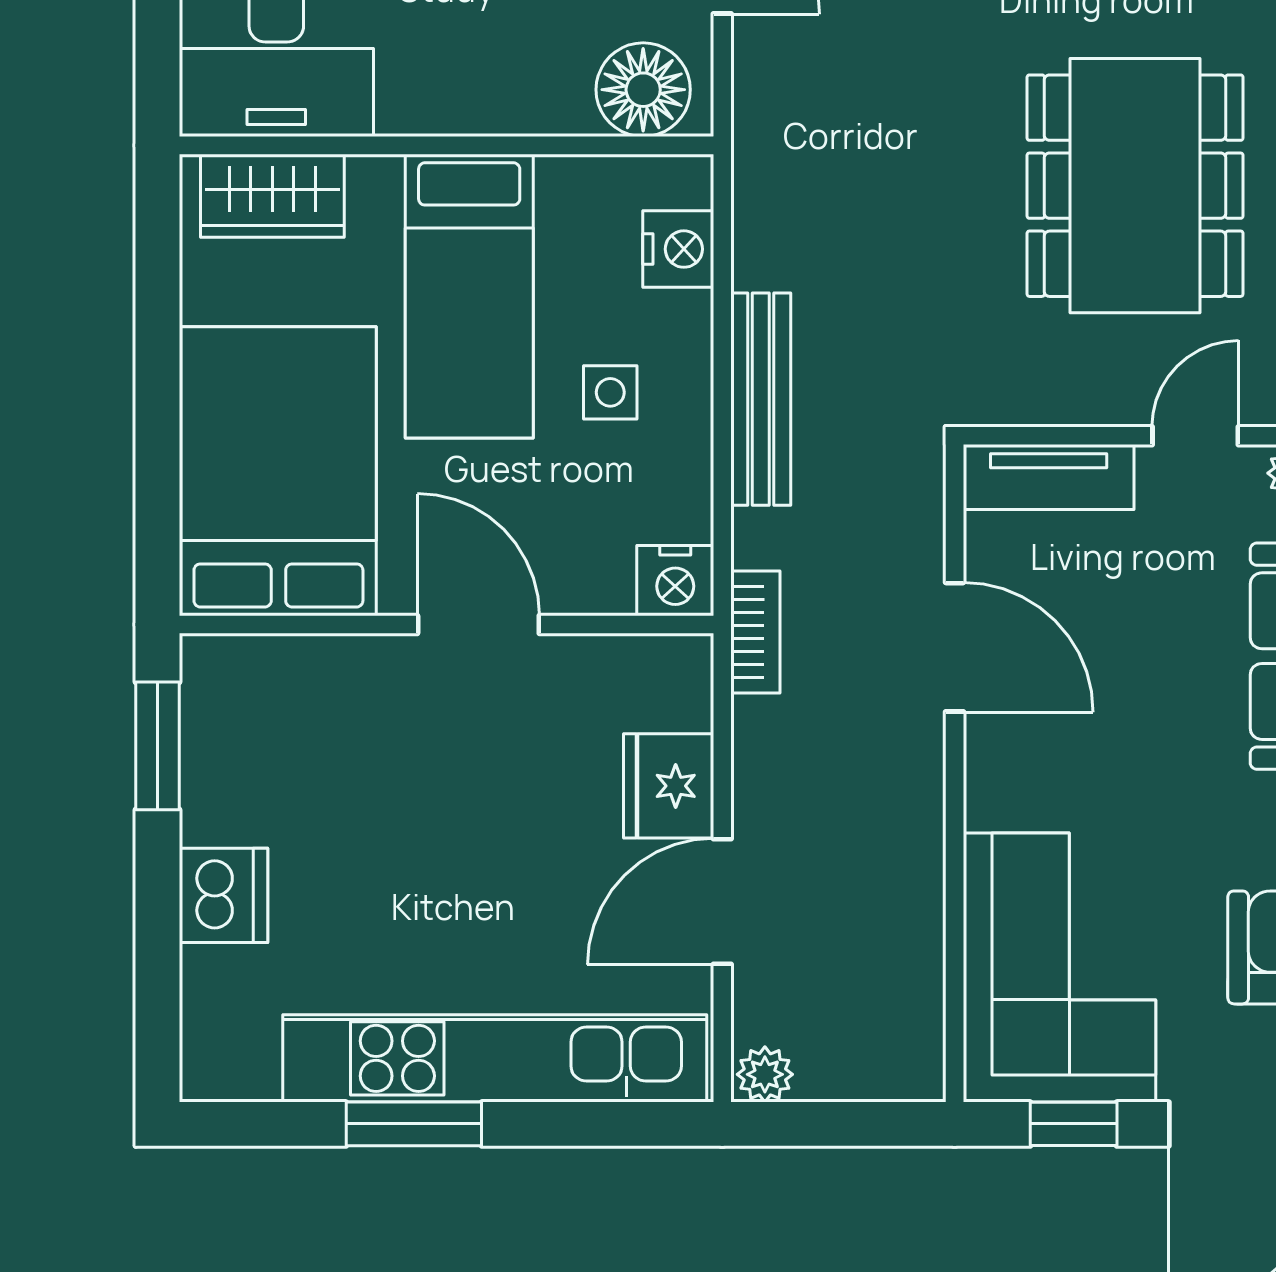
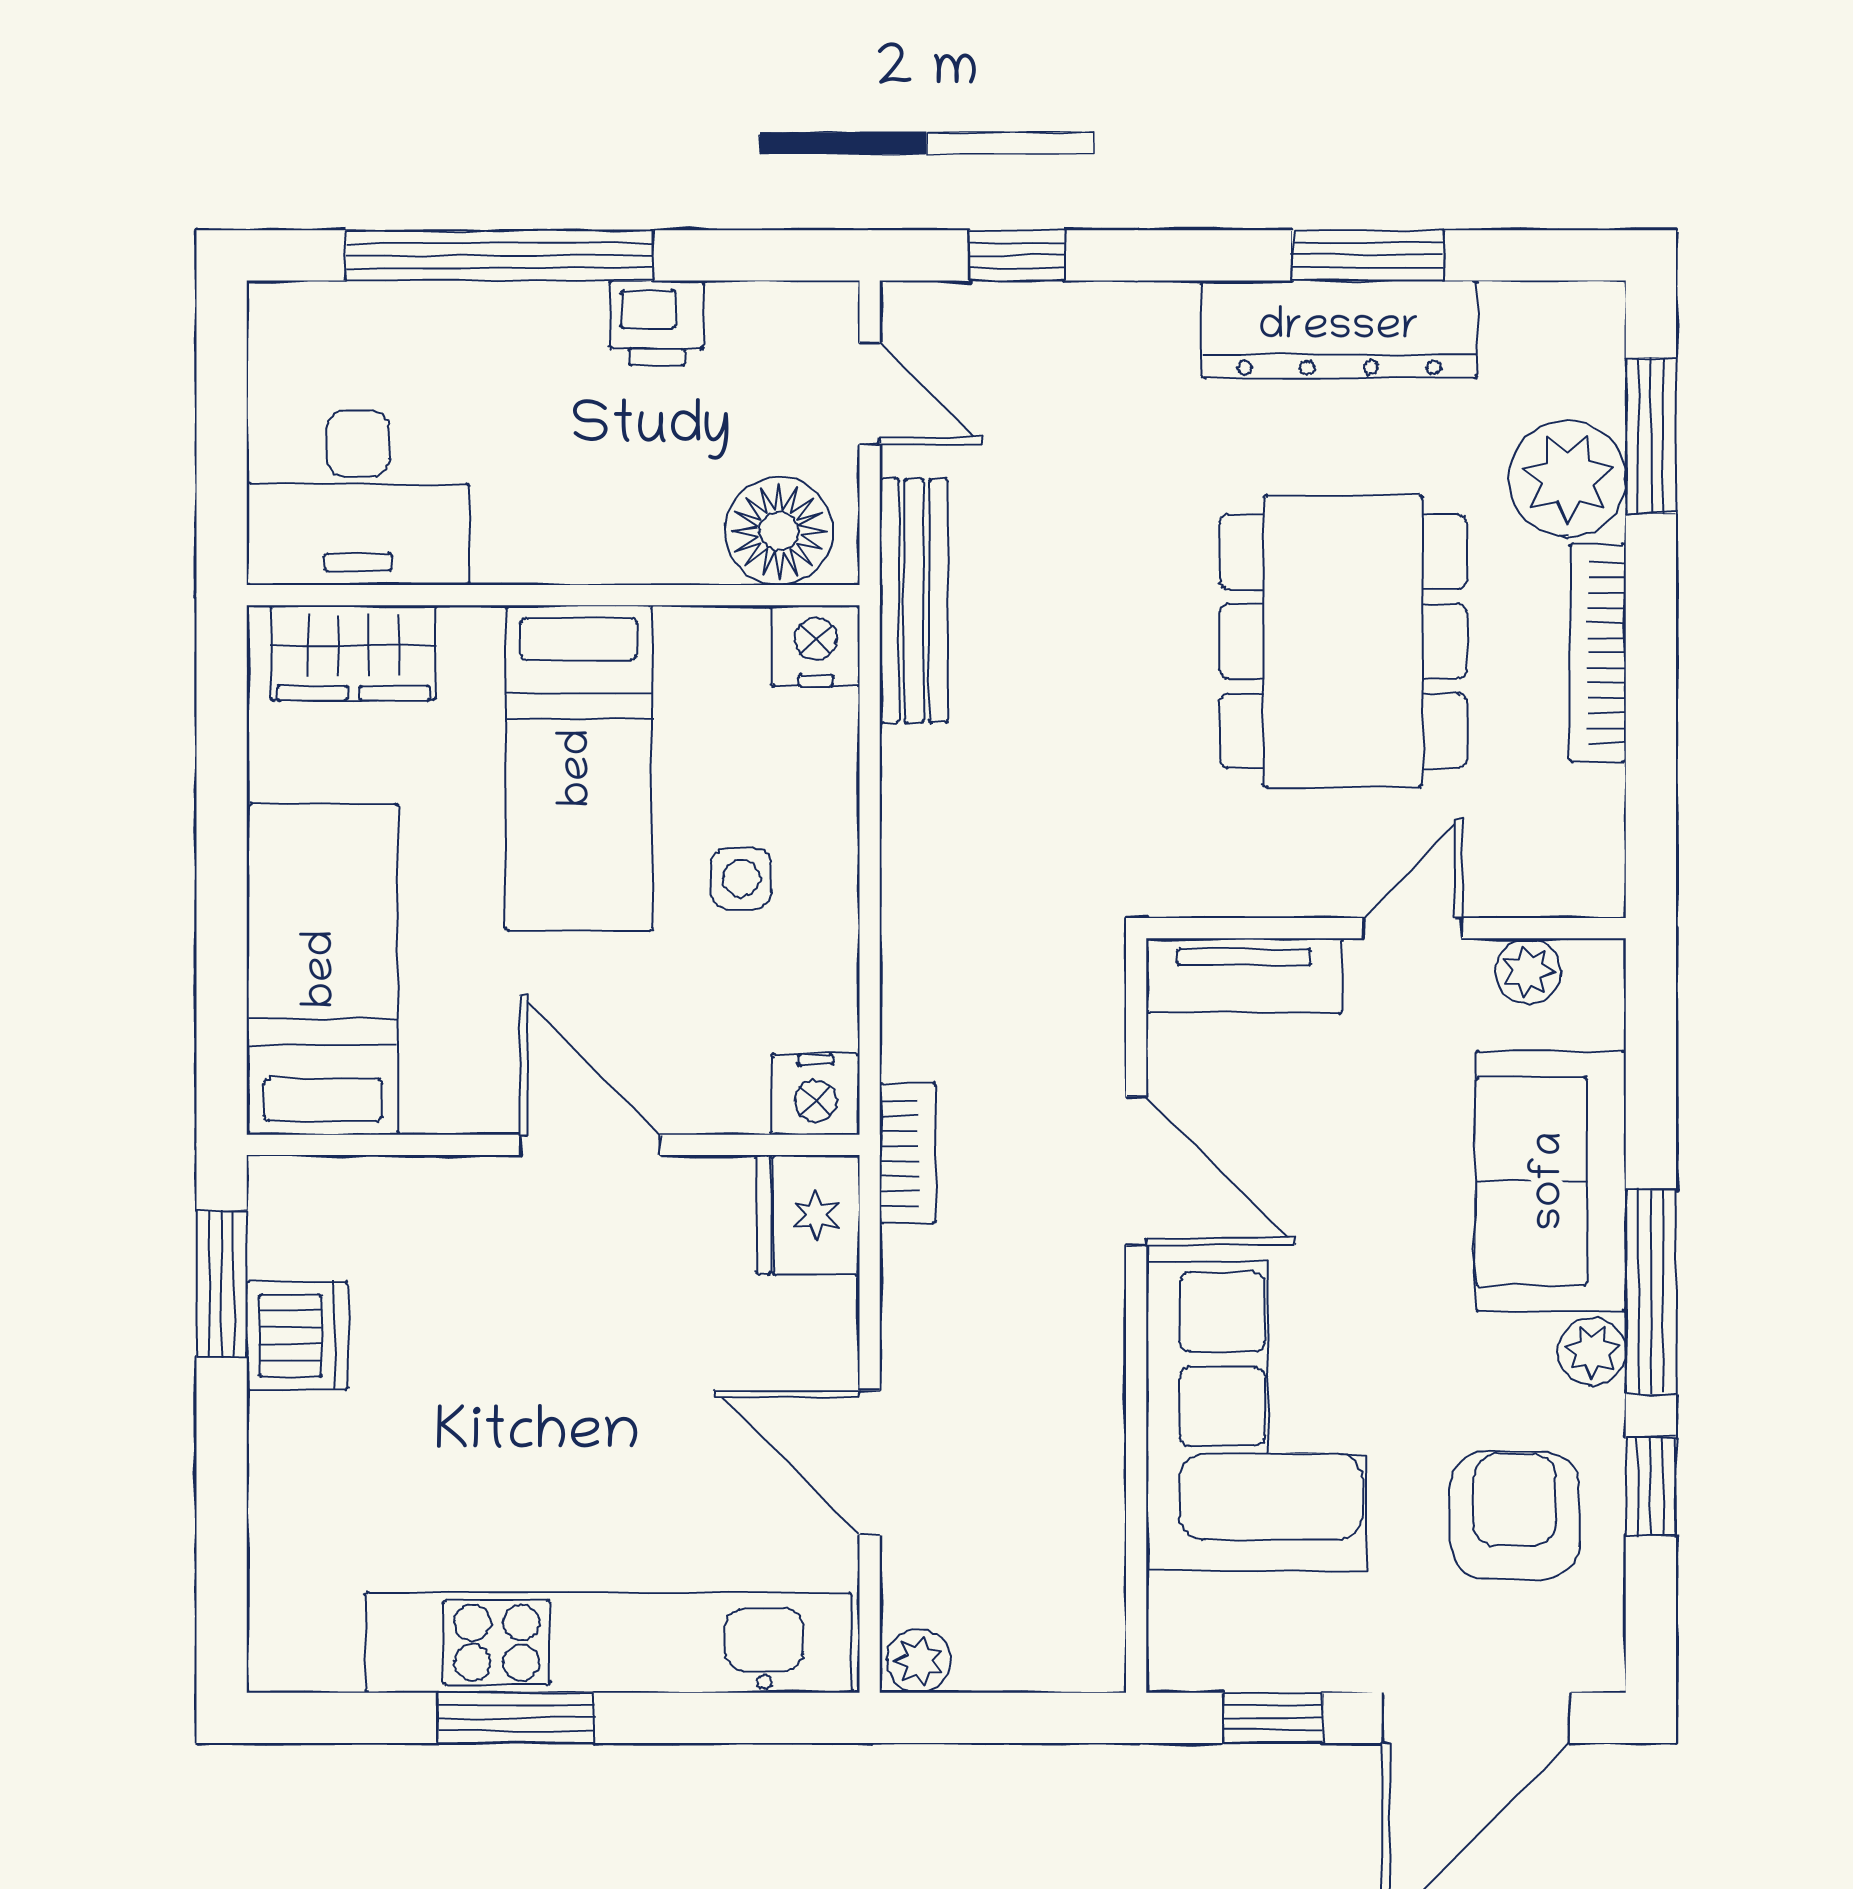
nightstand: (678, 249) -> (816, 646), moved, turned -90
bench: (761, 399) -> (914, 601), moved
bed: (278, 471) -> (323, 969), width x0.67
fridge: (669, 786) -> (808, 1215), moved
dishwasher: (223, 895) -> (297, 1336), moved
door: (722, 902) -> (870, 1463), hinge flipped
corner sofa: (1059, 967) -> (1256, 1416), moved

